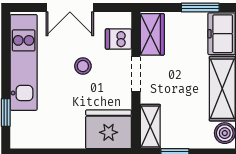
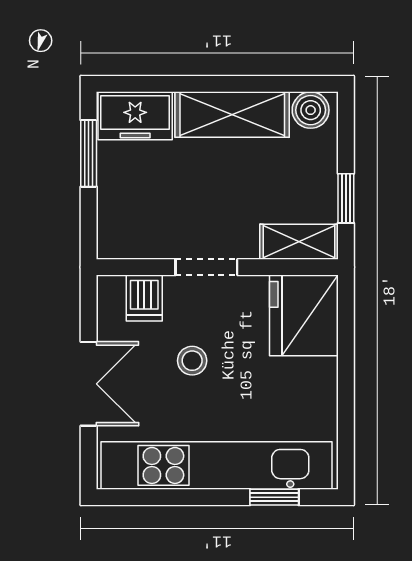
wardrobe: (152, 34) -> (136, 238), removed
kitchen unit: (24, 62) -> (216, 465), width x1.36

